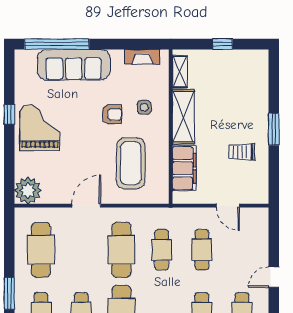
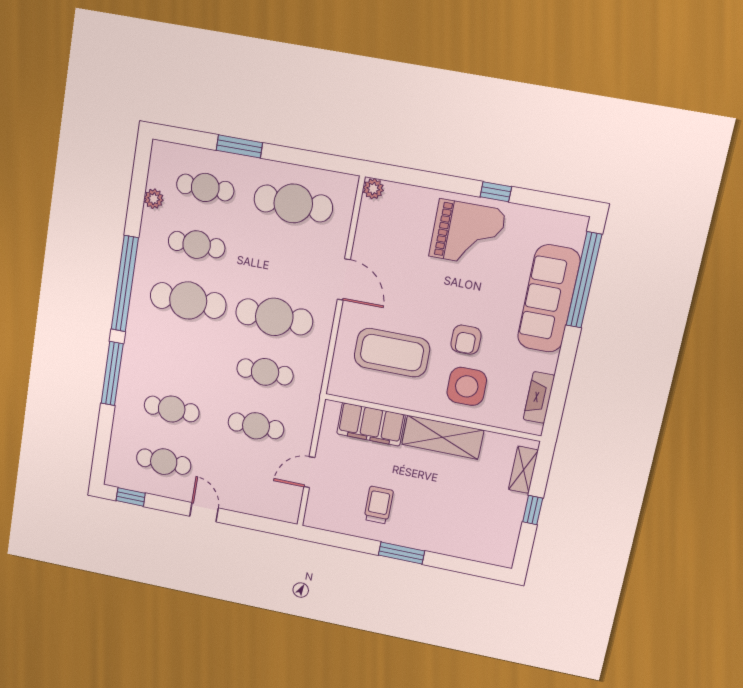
shelving: (180, 72) -> (523, 470), moved, turned 90
side table: (144, 107) -> (467, 386), width x1.87, depth x1.87
plant: (28, 190) -> (373, 189), width x0.53, depth x0.53

